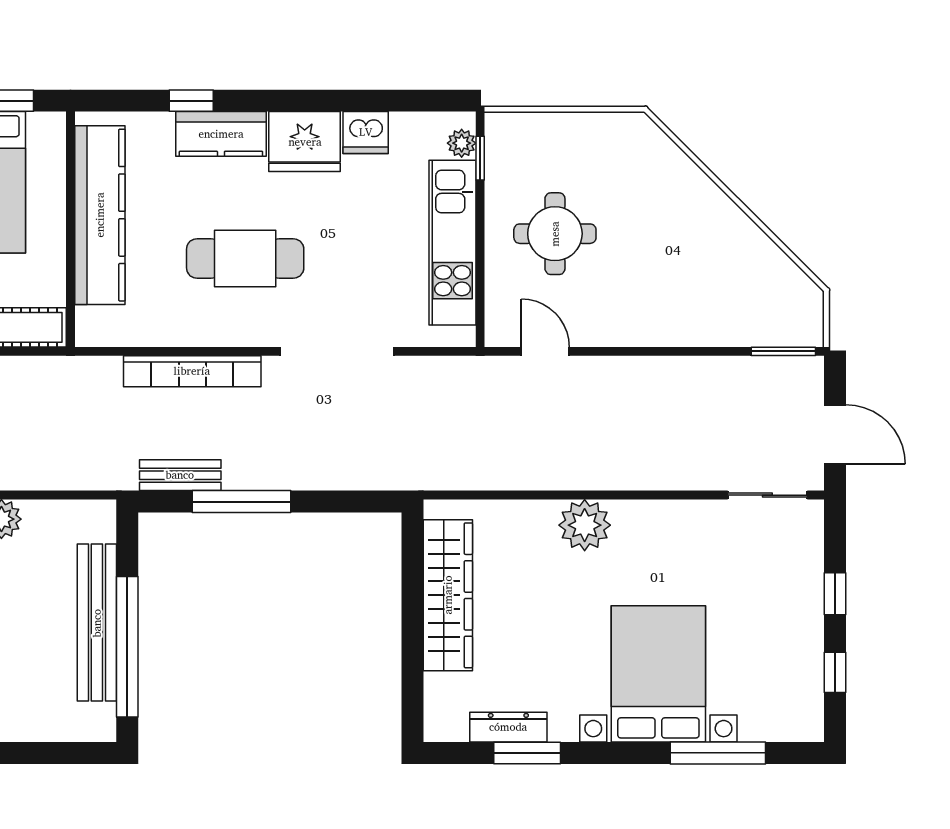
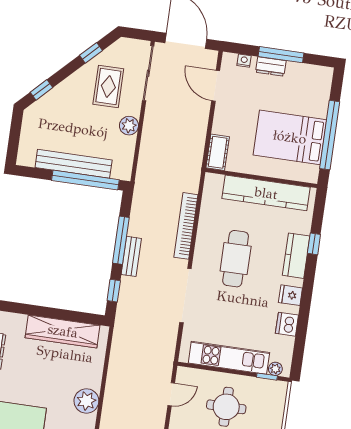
fridge: (305, 142) -> (290, 295), width x0.53, depth x0.75
bench: (180, 475) -> (131, 256), moved
window: (348, 502) -> (114, 291), added
window: (127, 647) -> (85, 180), moved

